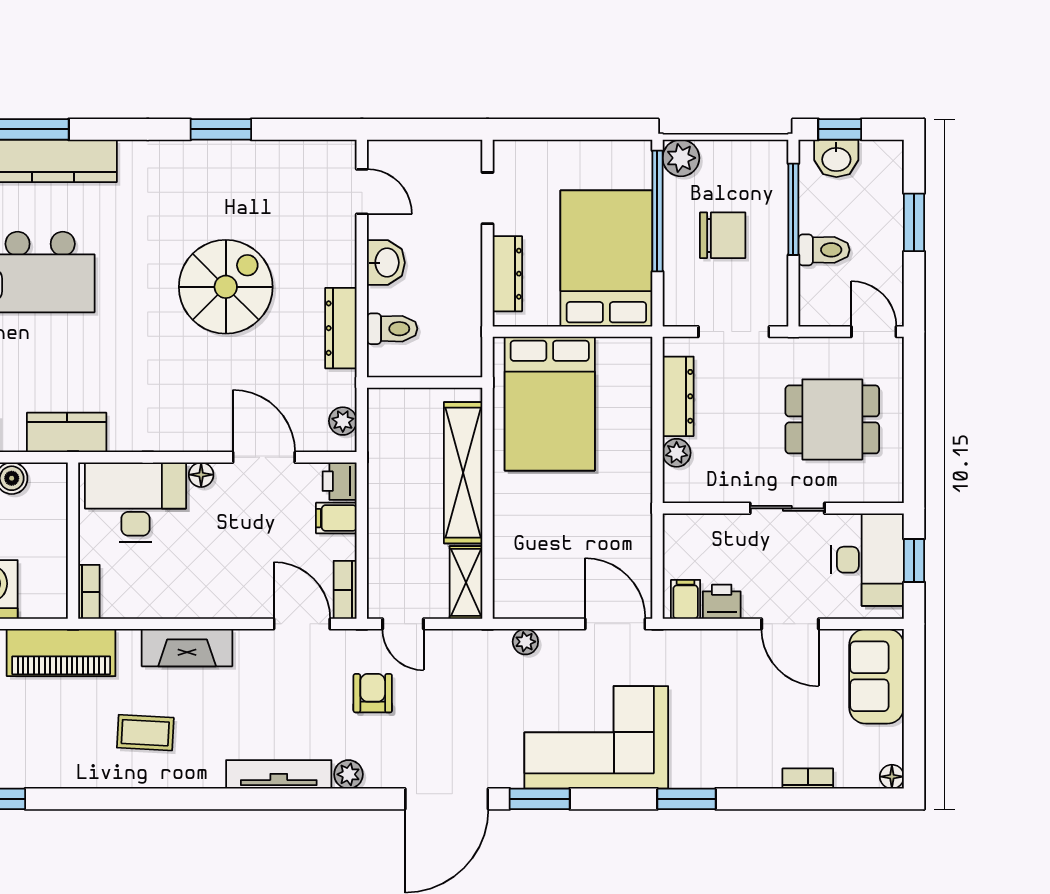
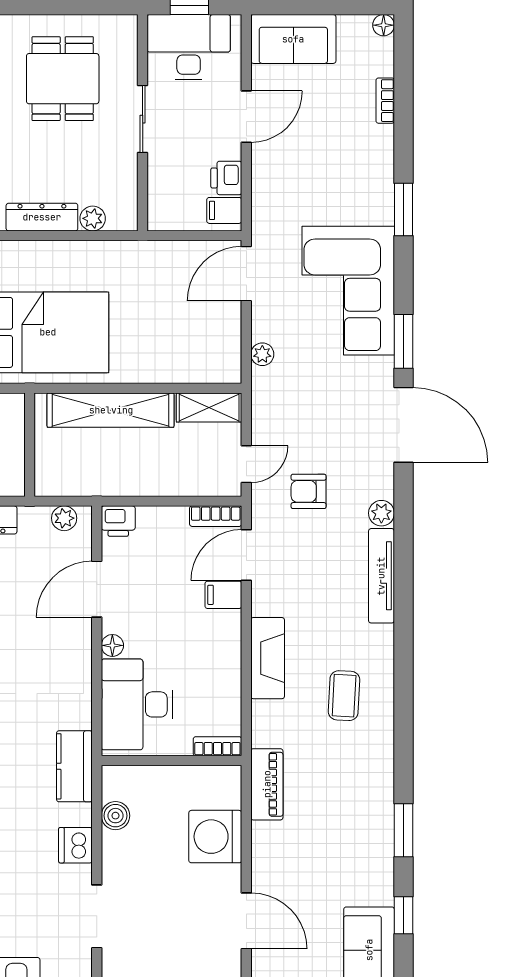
filing cabinet: (336, 518) -> (223, 595), moved, turned 90
piano: (61, 653) -> (267, 784), width x0.73, depth x0.75

